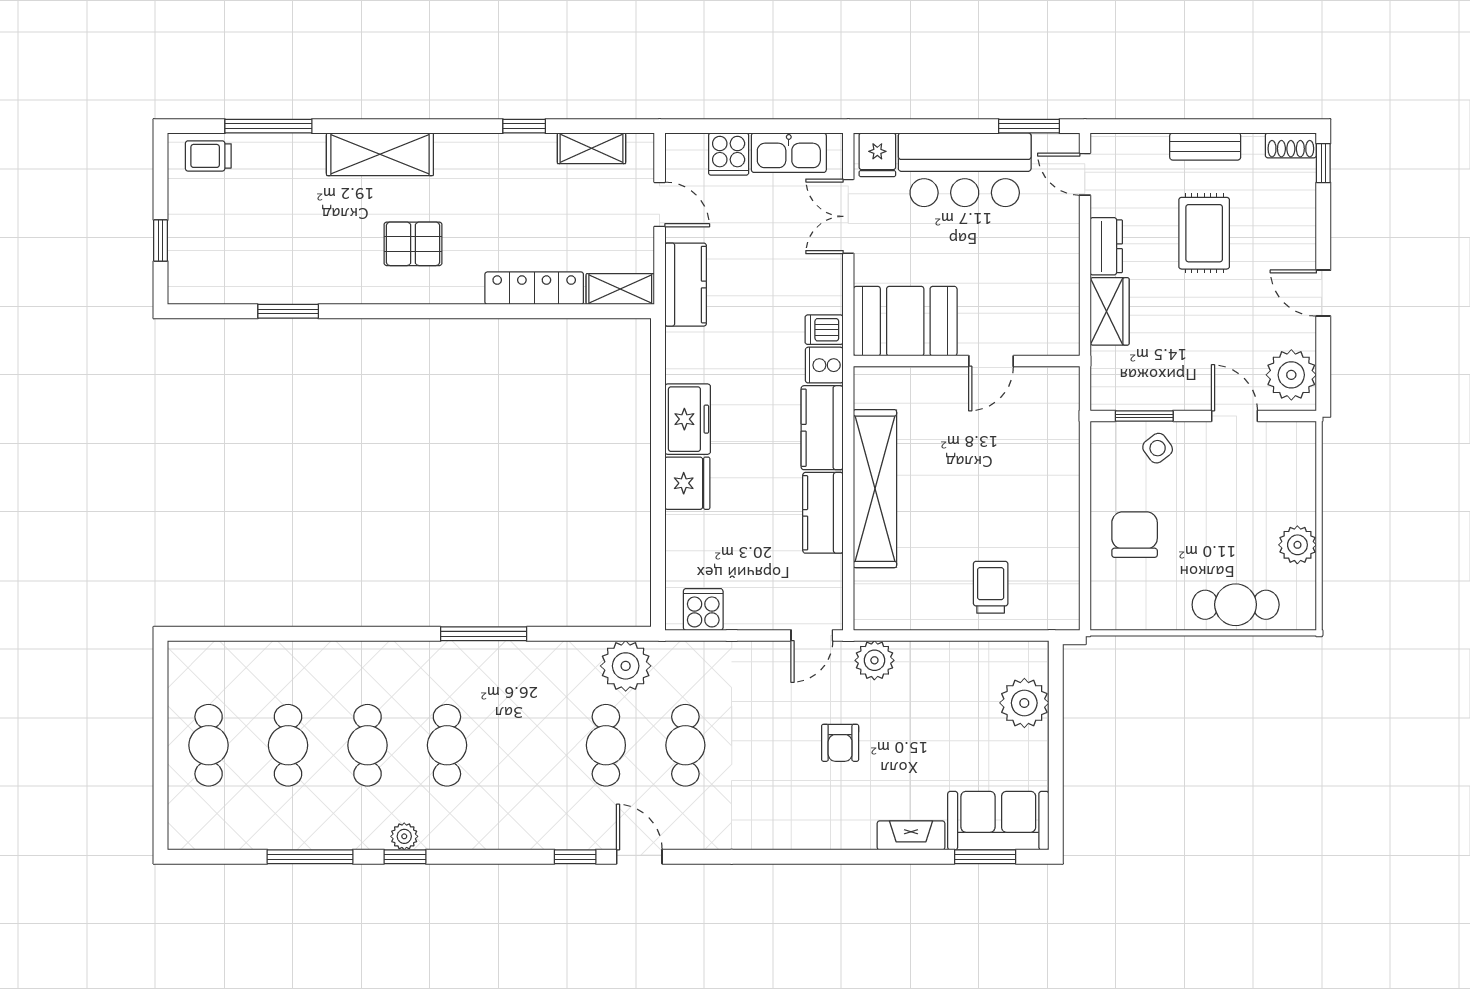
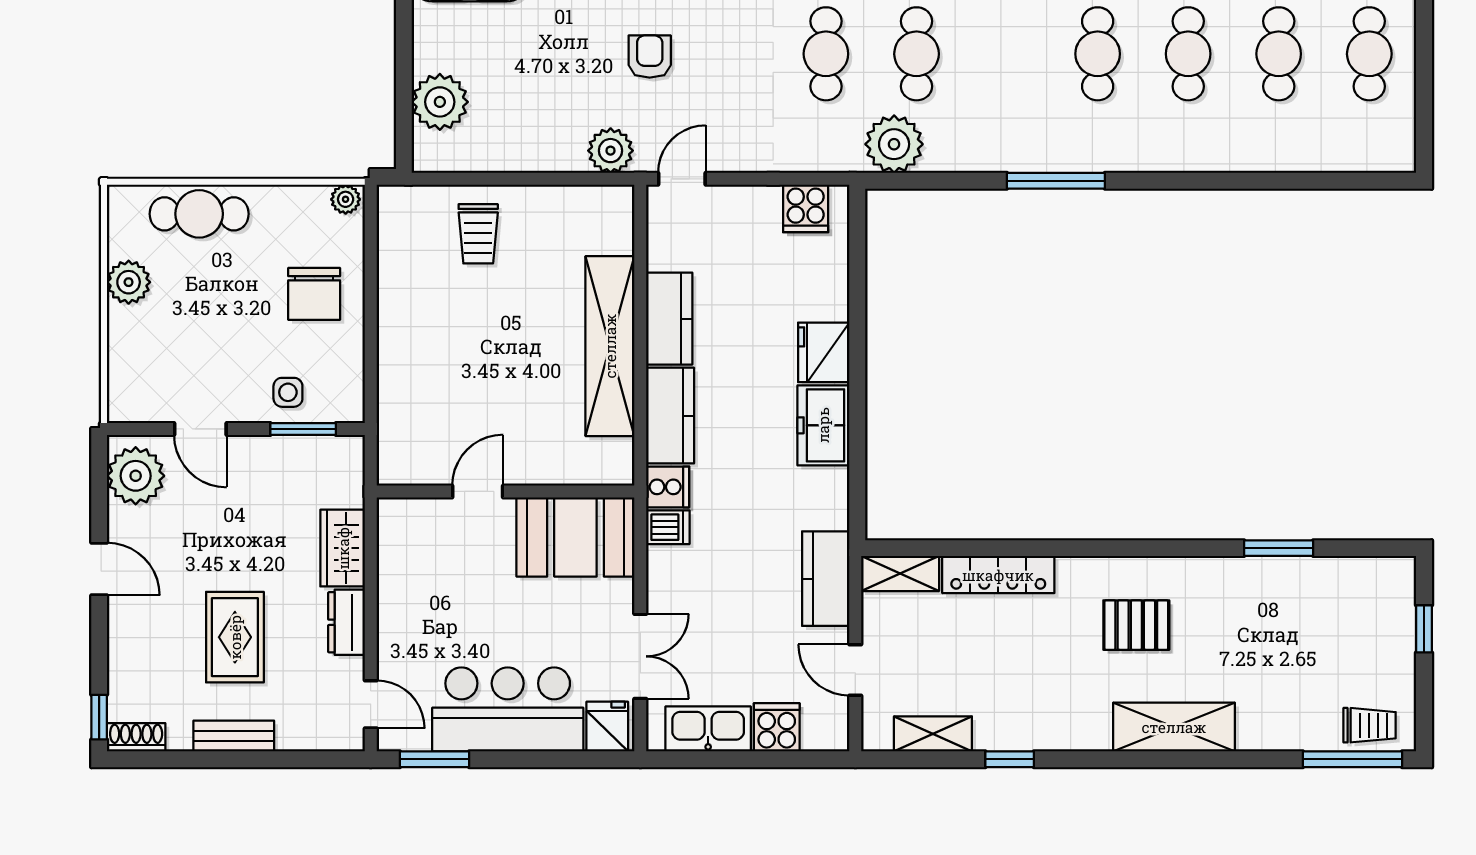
window: (268, 126) -> (1352, 759), moved
side table: (1158, 448) -> (288, 392), turned 37
plant: (1107, 618) -> (346, 199), added

